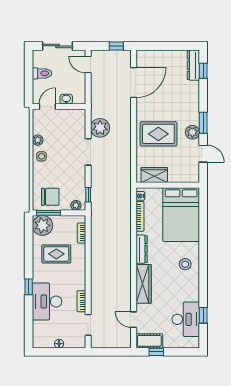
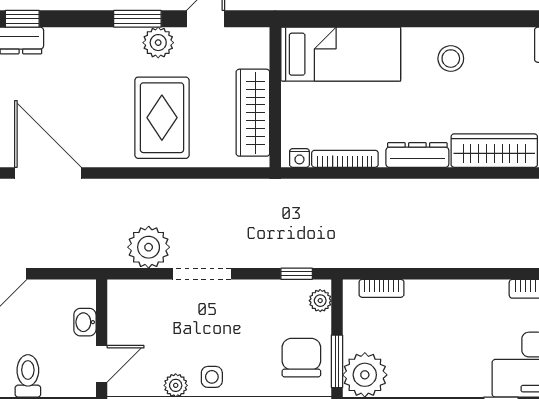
door: (47, 107) -> (102, 364), swing flipped
wardrobe: (154, 175) -> (253, 113), width x1.50
bed: (181, 215) -> (341, 54), width x0.67
rug: (56, 254) -> (428, 344), removed

